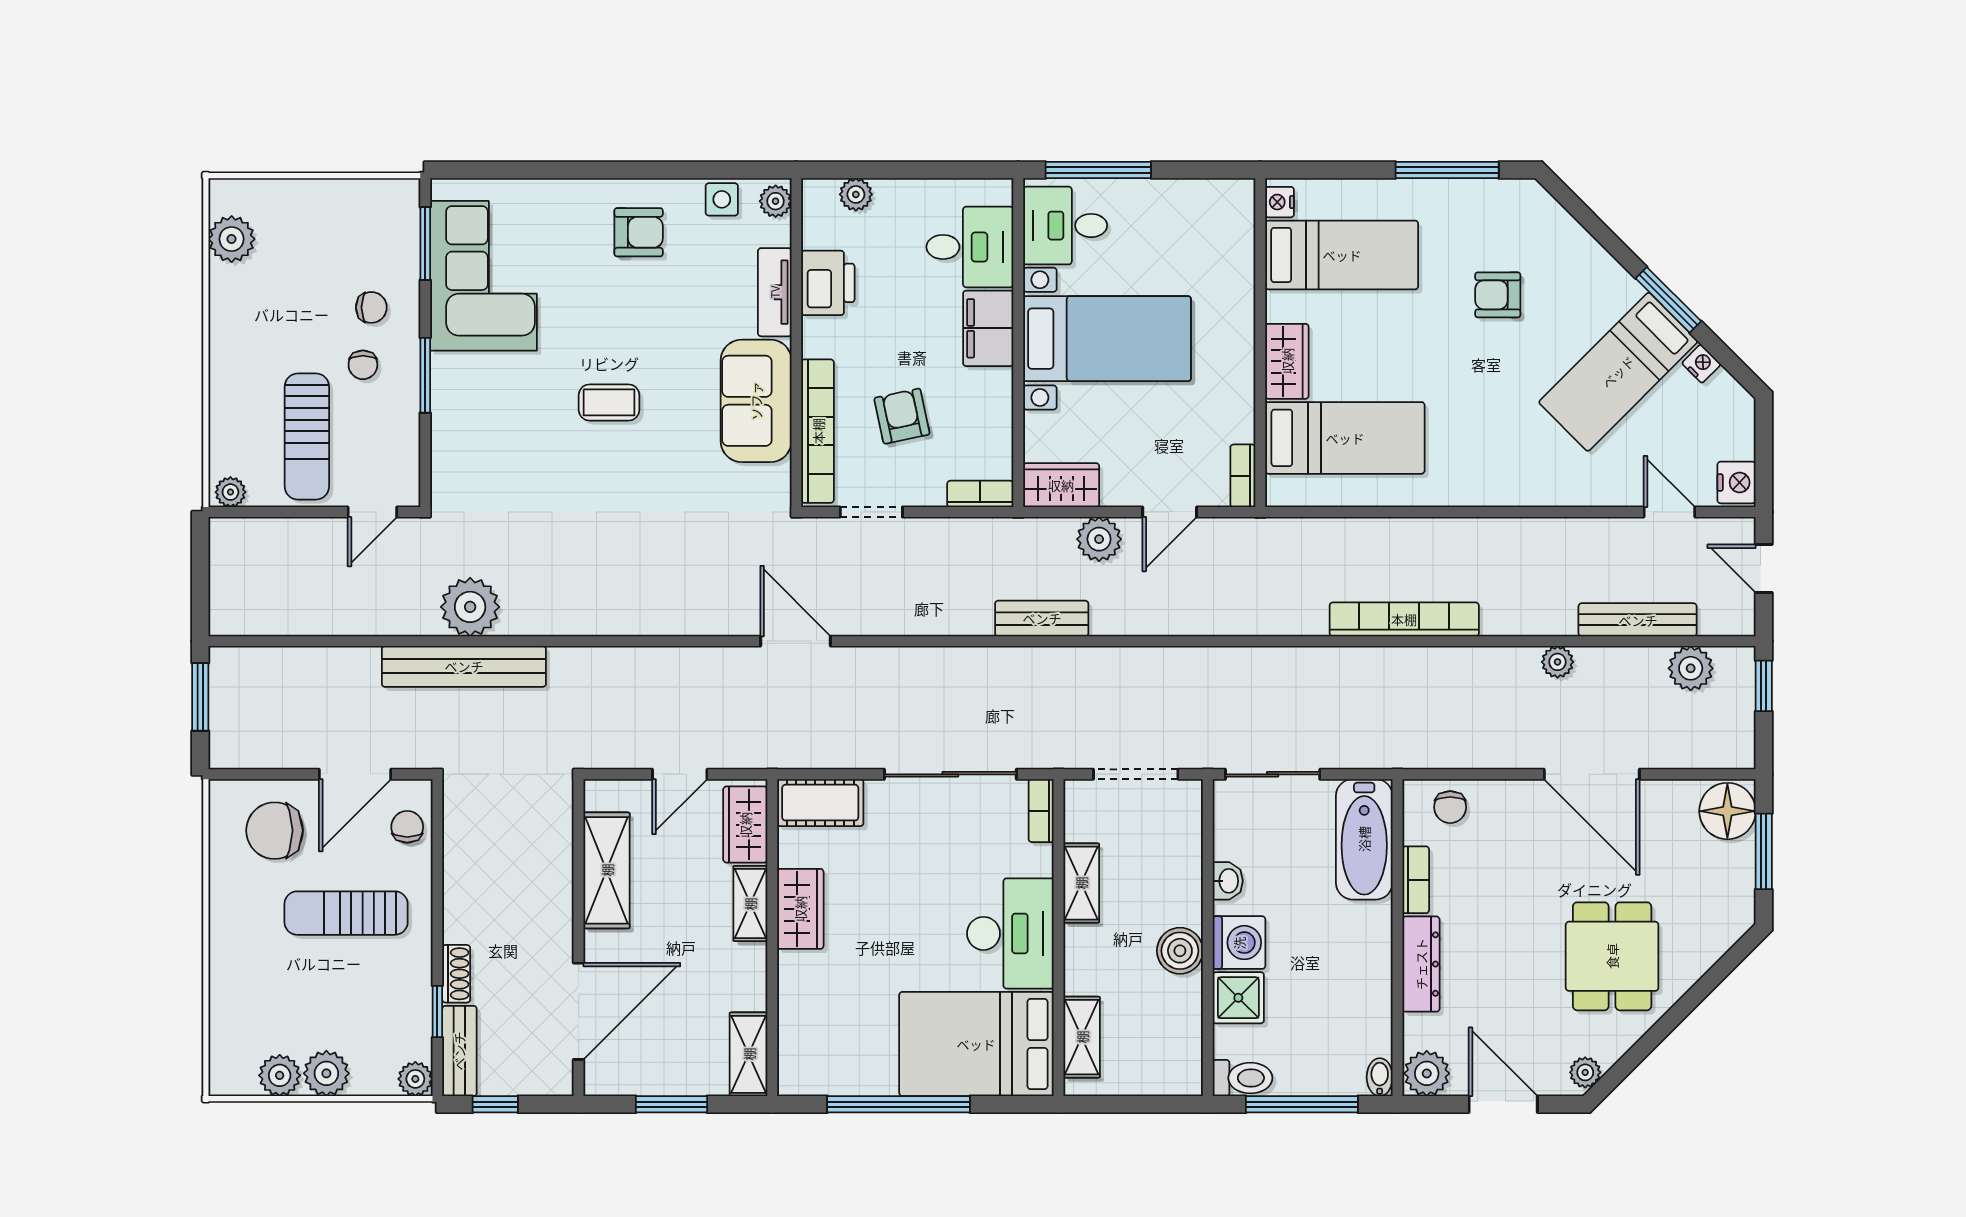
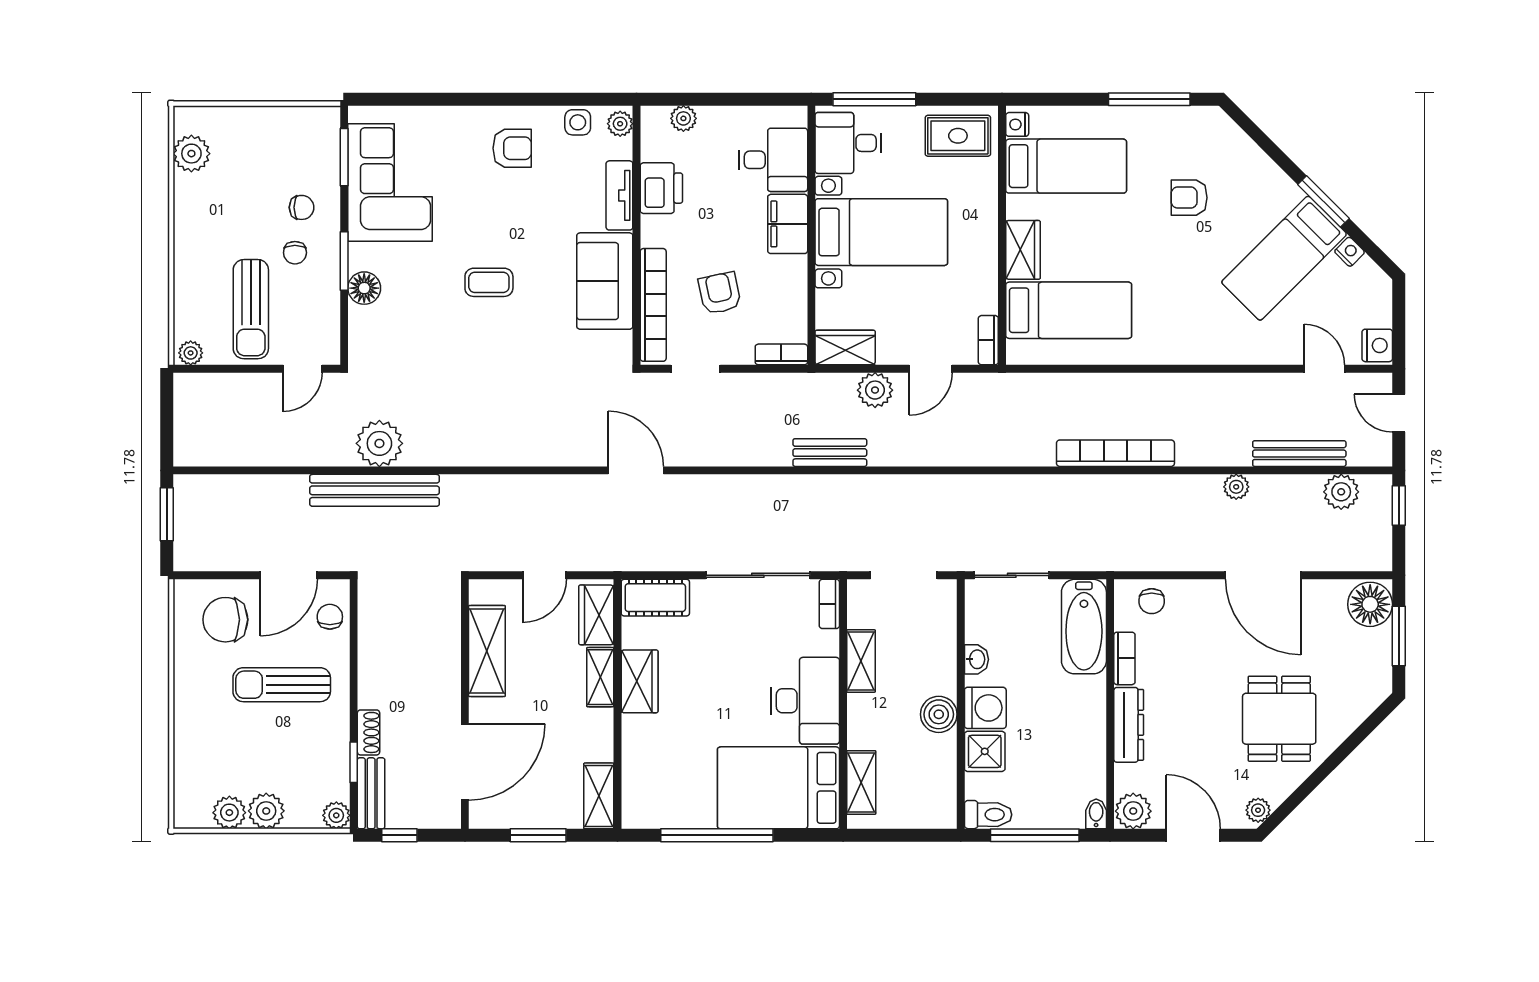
rug: (1204, 216) -> (958, 136), added
floor lamp: (451, 410) -> (364, 288), added

